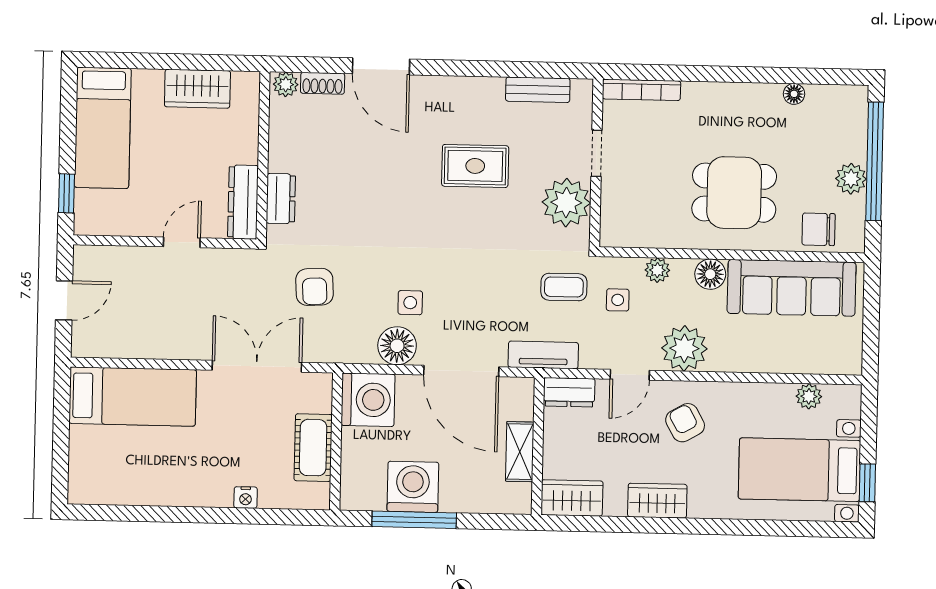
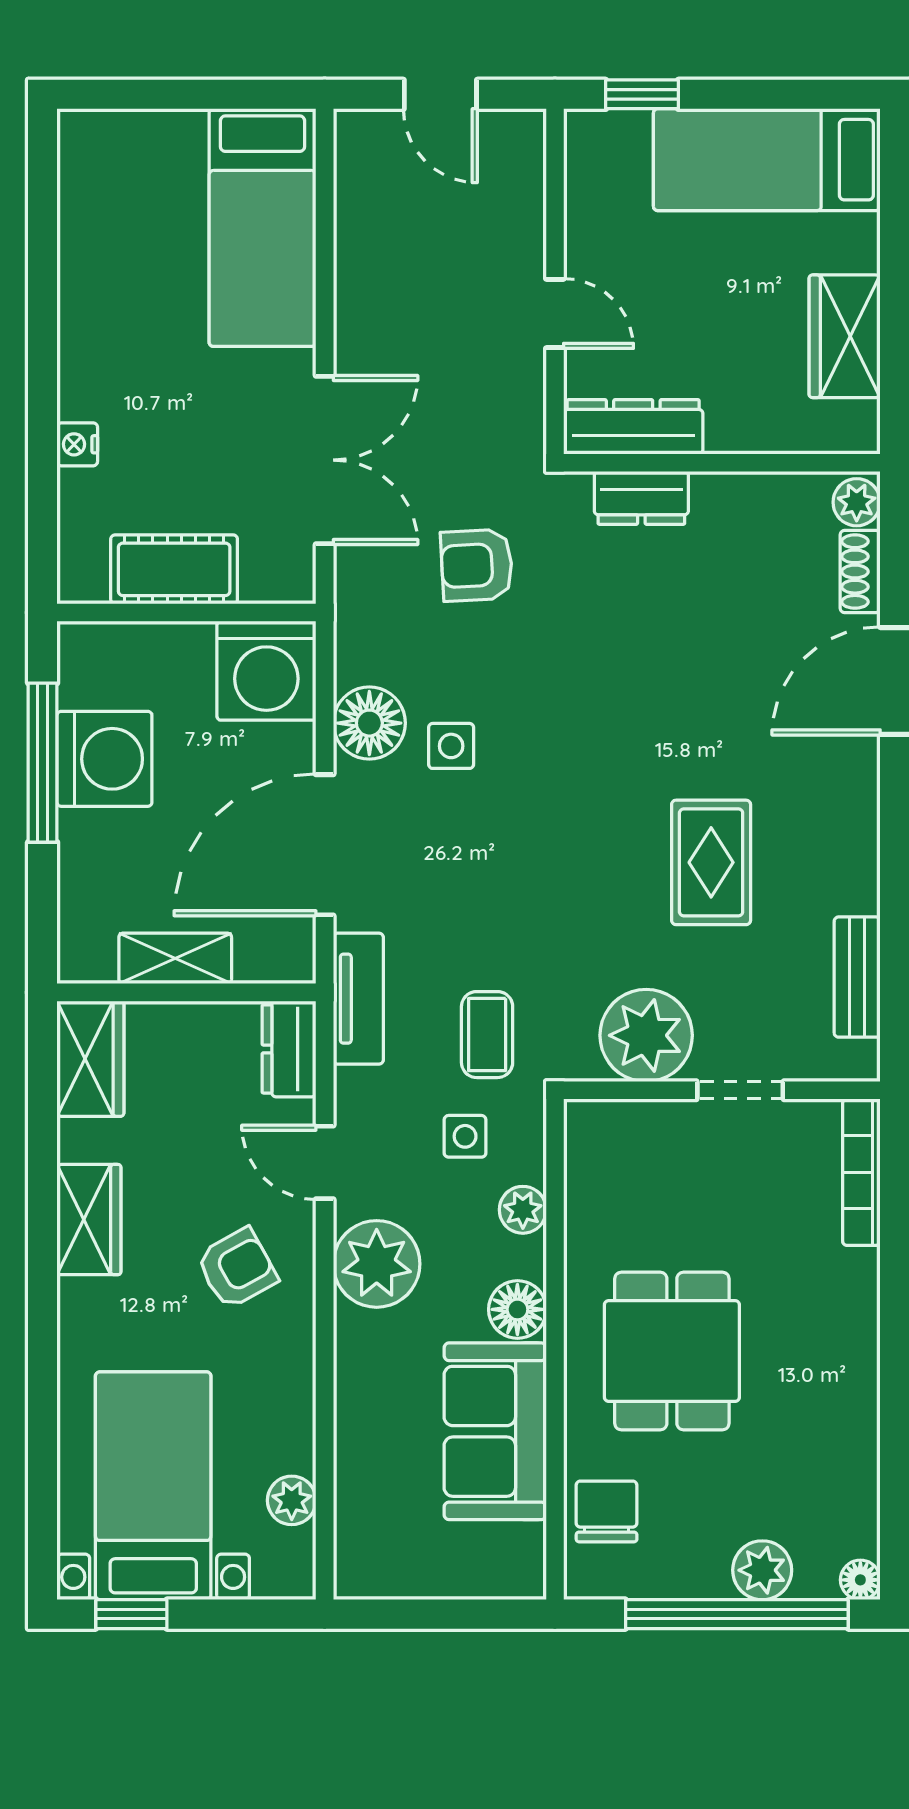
floor lamp: (794, 94) -> (860, 1580), moved
plant: (851, 179) -> (762, 1570), moved
sofa: (792, 288) -> (495, 1431), width x0.73

